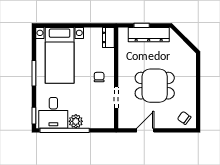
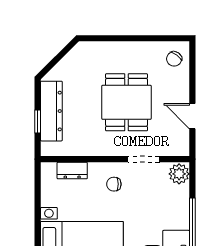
dresser: (108, 37) -> (72, 171), moved
plant: (76, 121) -> (179, 174), moved

